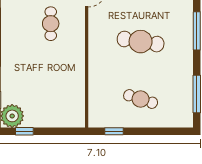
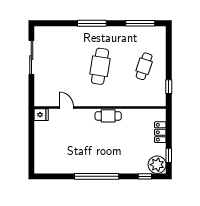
cafe table: (51, 24) -> (108, 116), moved
locker: (55, 120) -> (160, 132), added

